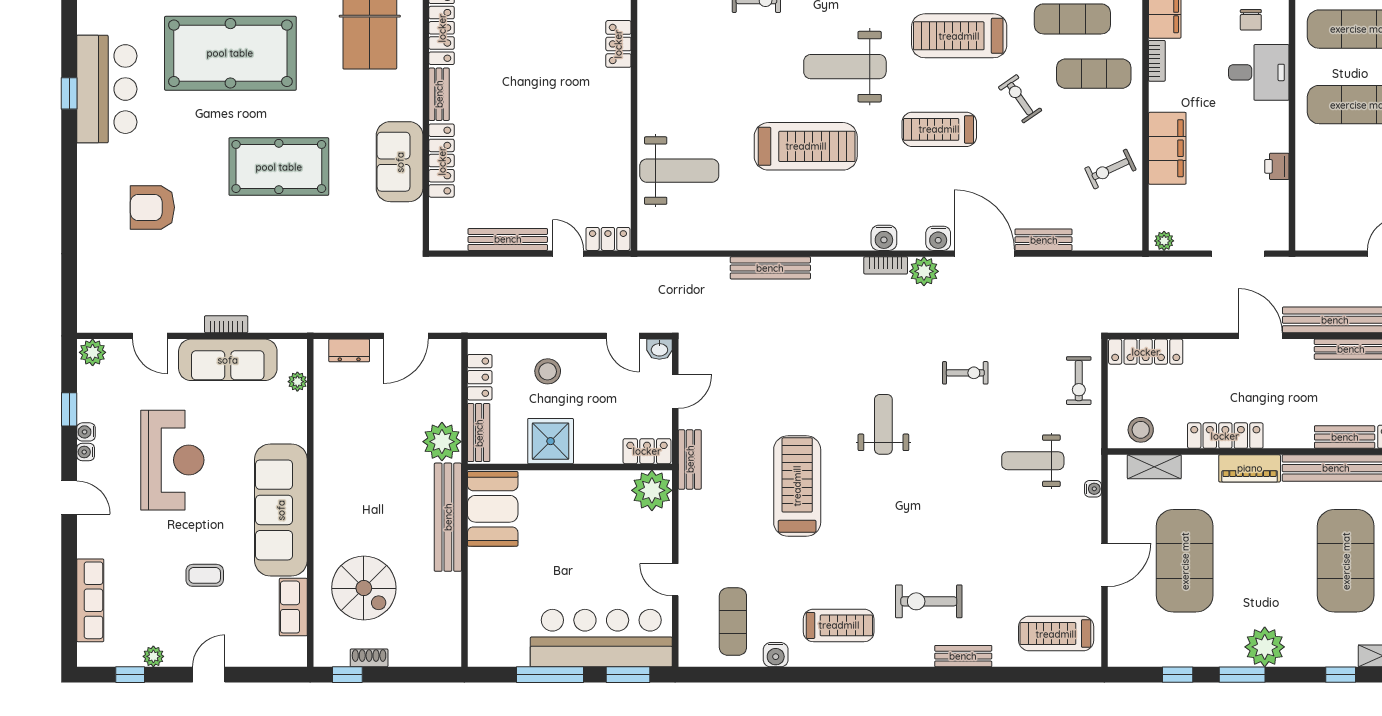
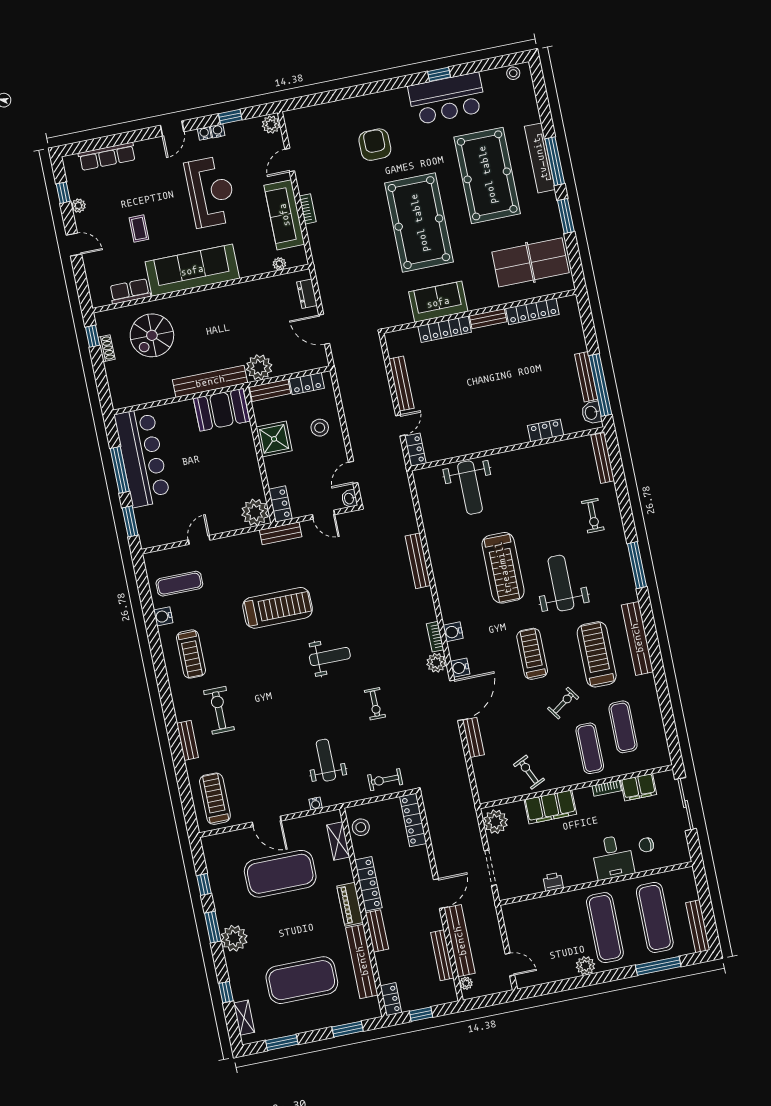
pool table: (279, 167) -> (419, 223), width x1.36, depth x1.32
plant: (1164, 241) -> (496, 822), width x1.87, depth x1.87
bench: (1345, 437) -> (377, 931), moved
reception desk: (172, 460) -> (211, 192), turned -90
bar counter: (601, 638) -> (142, 457), moved

